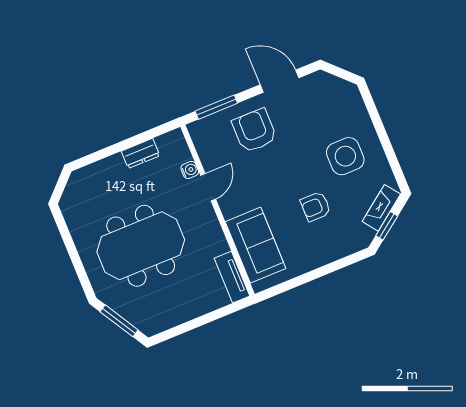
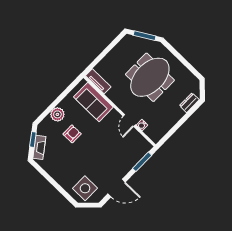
armchair: (254, 131) -> (118, 158), removed
dresser: (141, 153) -> (189, 103), moved
side table: (345, 156) -> (85, 188), moved
plant: (326, 251) -> (57, 114), added

